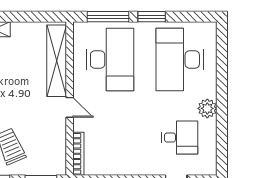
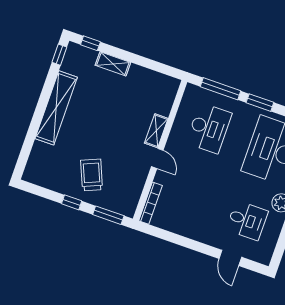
desk: (110, 59) -> (209, 128), width x0.73, depth x0.77
shelving: (57, 61) -> (156, 131), width x0.45, depth x0.75

